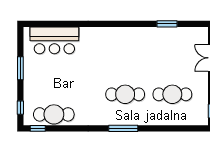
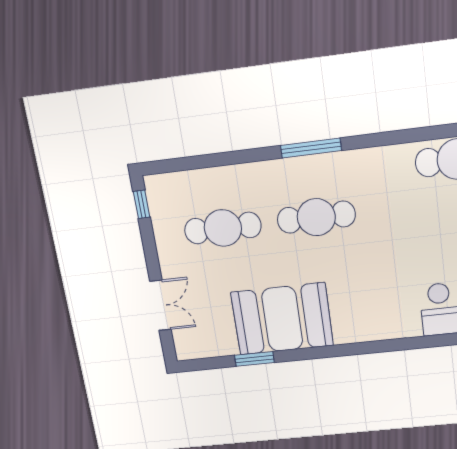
booth: (149, 44) -> (282, 319), added

